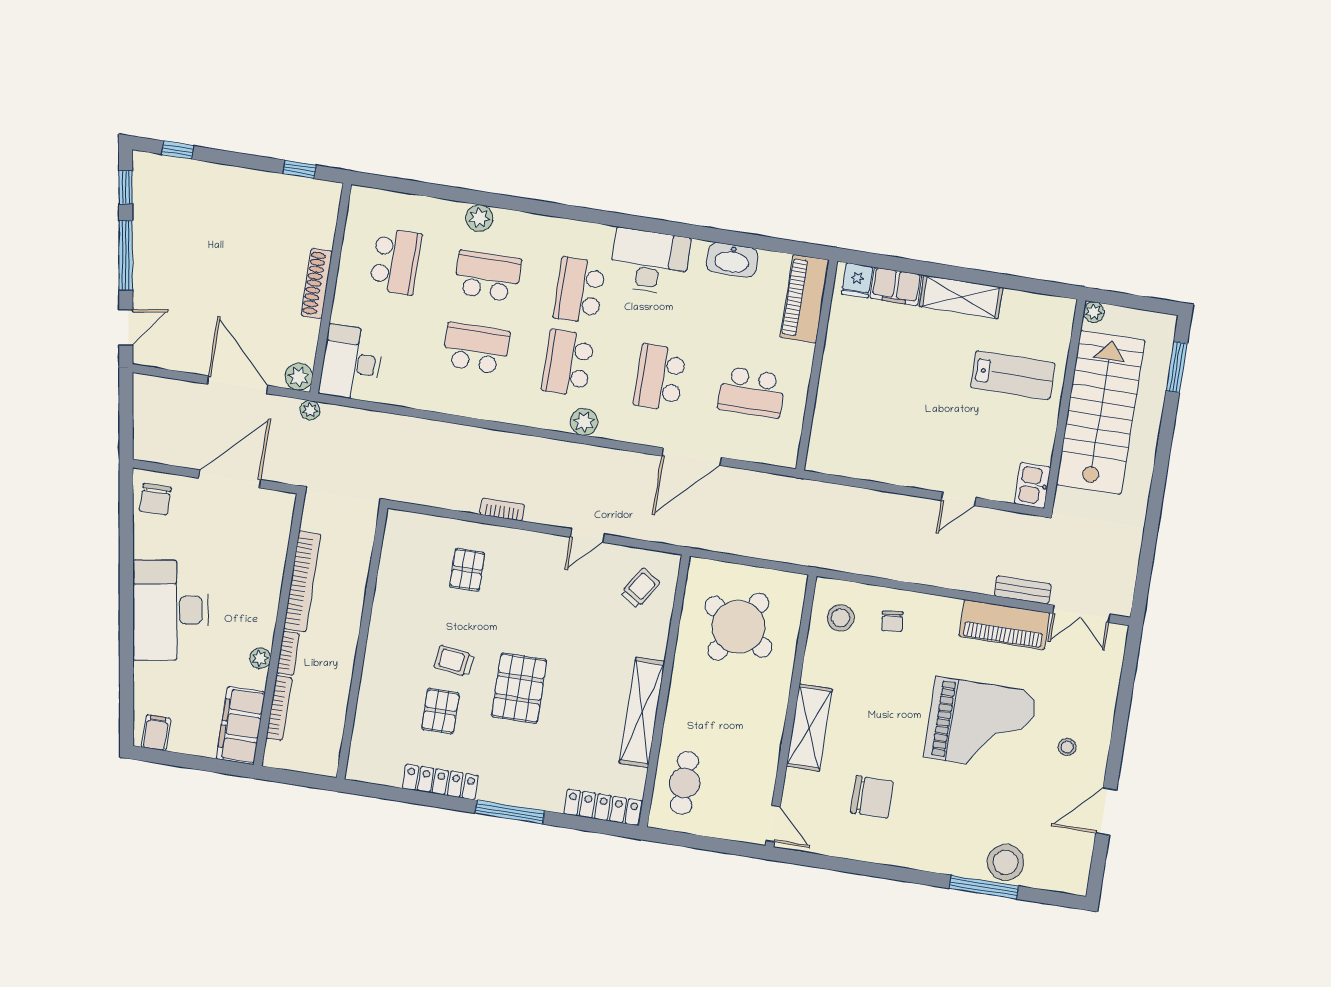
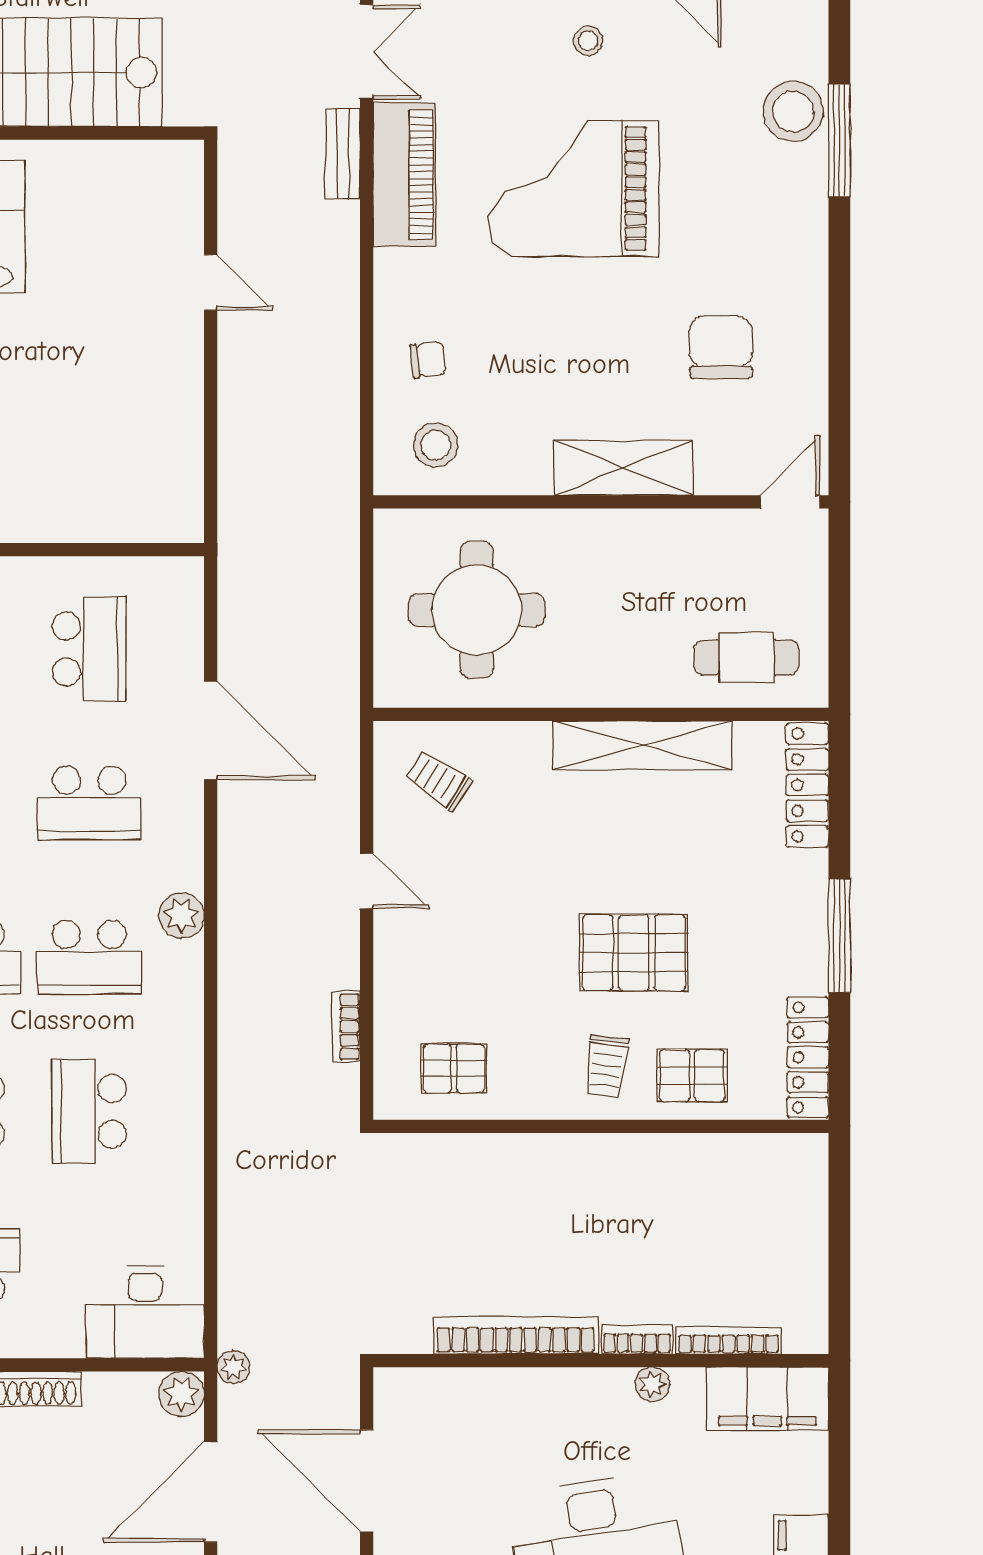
kitchen sink: (1032, 485) -> (169, 165), removed
round table: (738, 627) -> (477, 610), turned -32
wall: (362, 643) -> (601, 1126), moved
grand piano: (980, 725) -> (574, 188), turned -90

